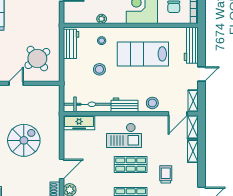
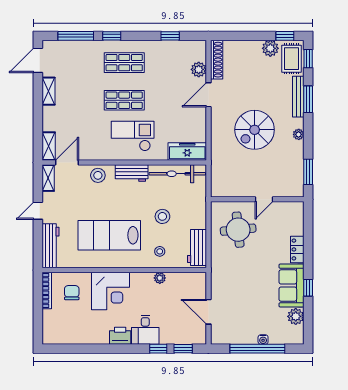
lab bench: (143, 54) -> (109, 235), turned 180
round table: (37, 58) -> (238, 230), turned 31
shelving: (193, 151) -> (48, 91), moved
trolley: (166, 174) -> (81, 88), removed

